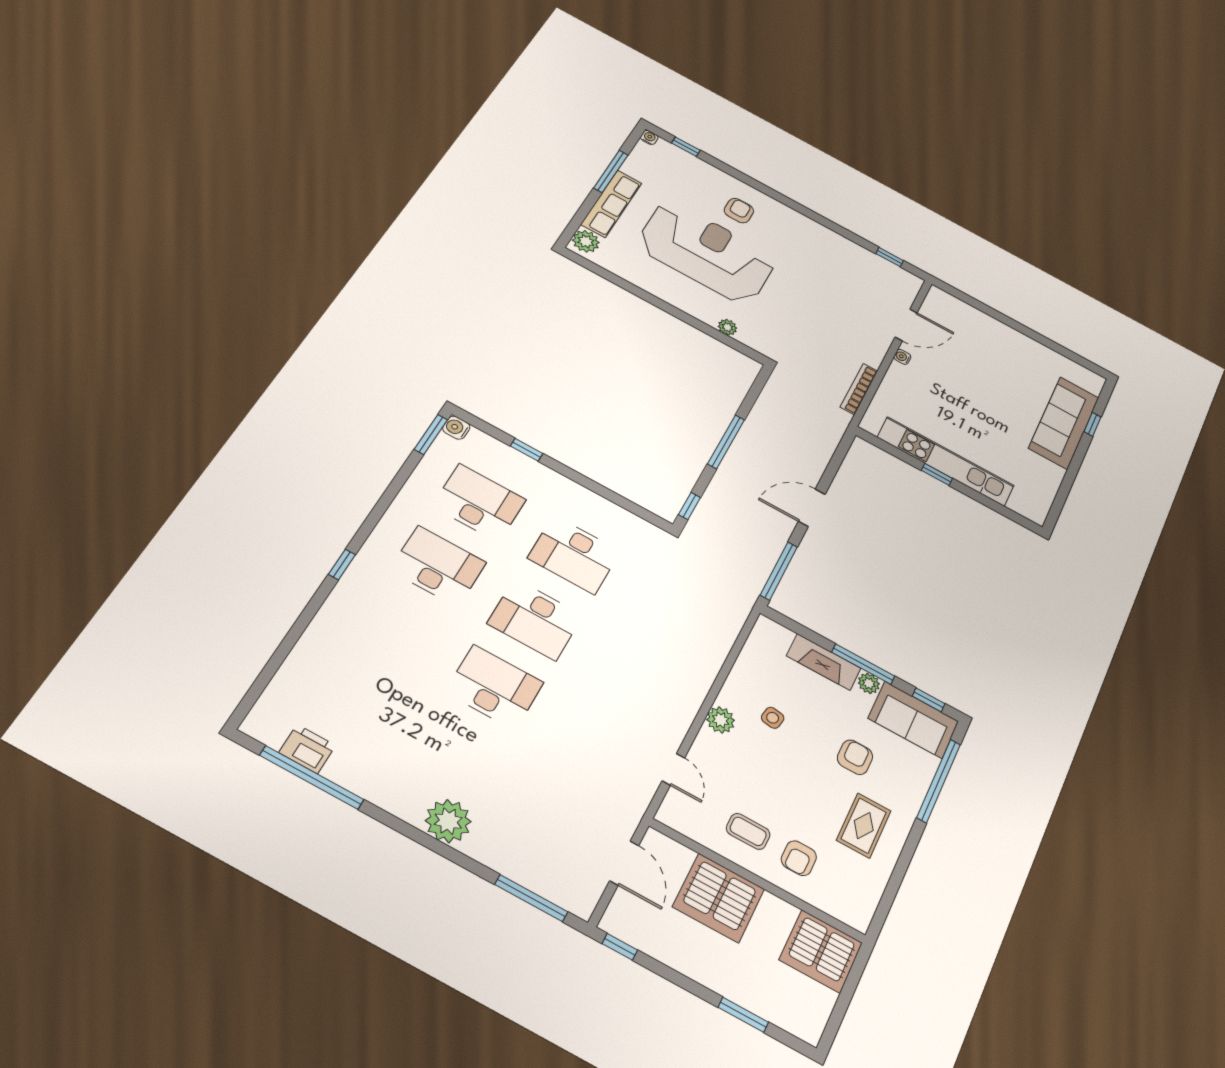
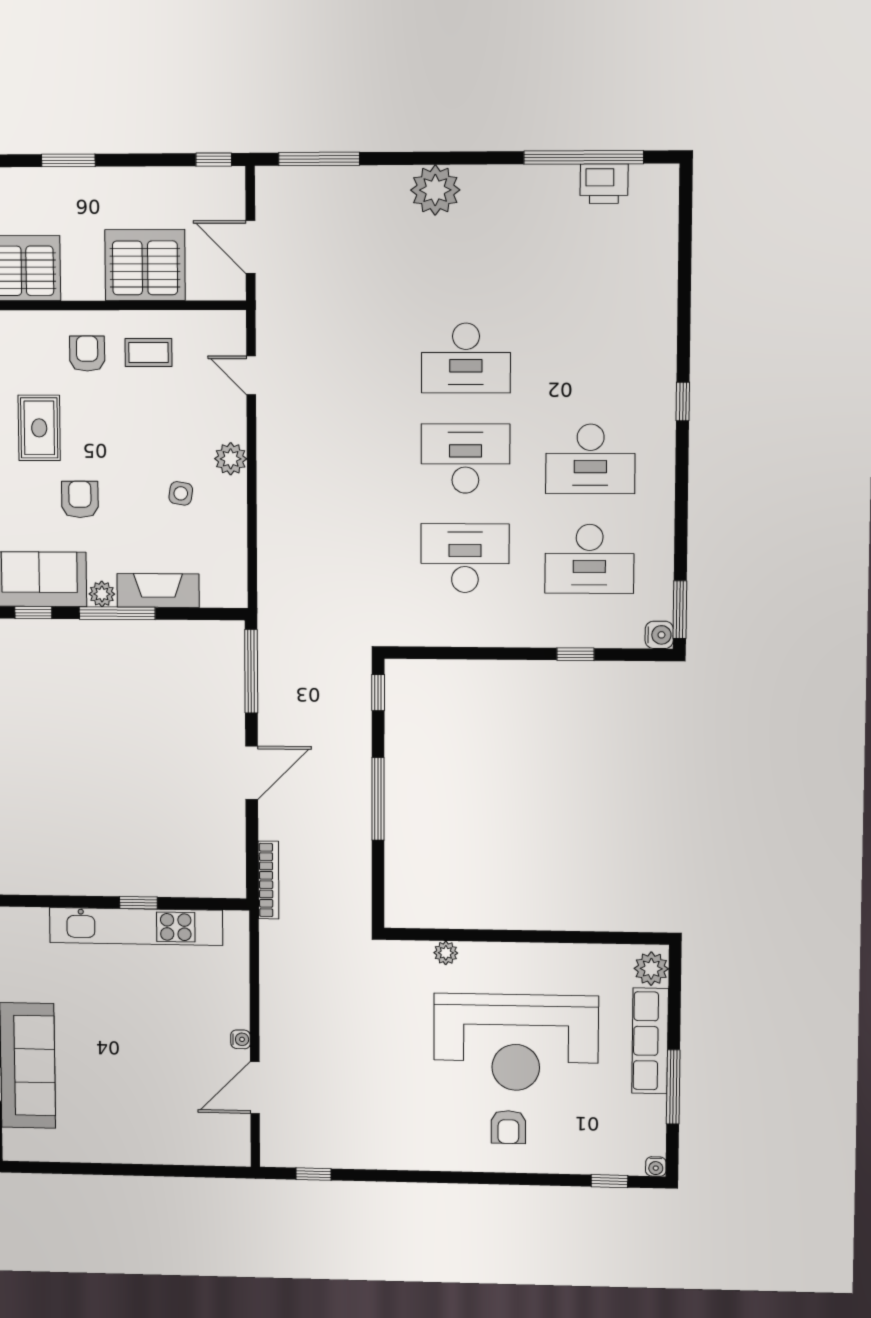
bookcase: (859, 389) -> (268, 880), moved
armchair: (855, 757) -> (80, 499), turned 180

